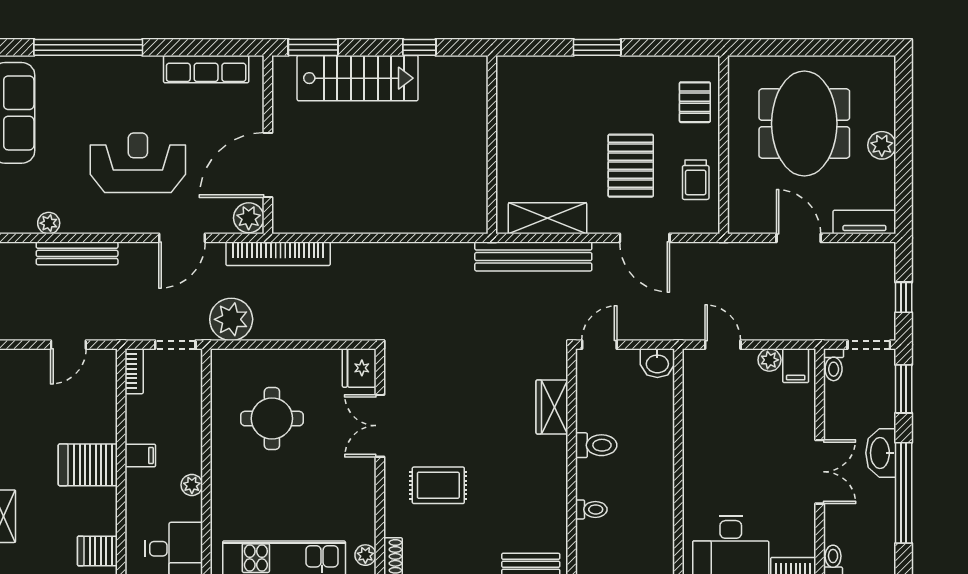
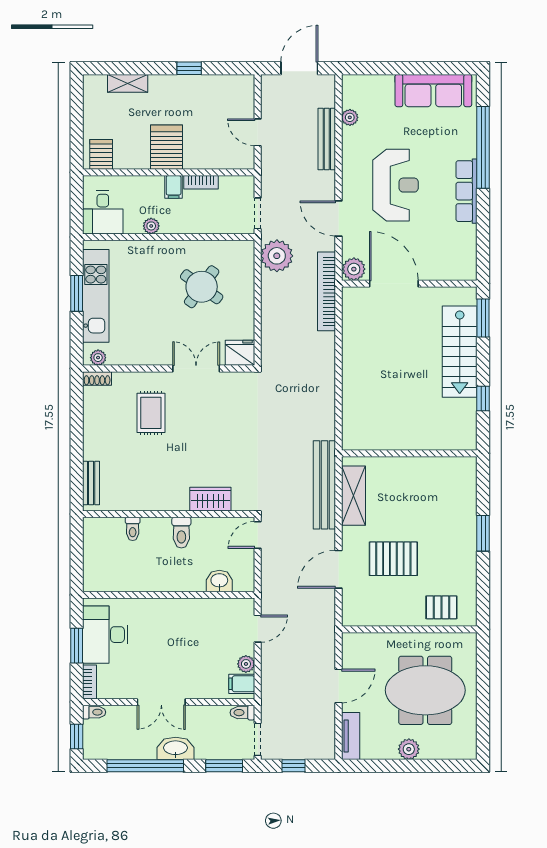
row of seats: (206, 69) -> (467, 191), moved
trolley: (696, 180) -> (383, 608), removed
door: (599, 345) -> (258, 535), swing flipped
washbasin: (657, 363) -> (219, 581), moved, turned 90
bookcase: (134, 371) -> (201, 182), moved
round table: (272, 419) -> (202, 287), turned 36

